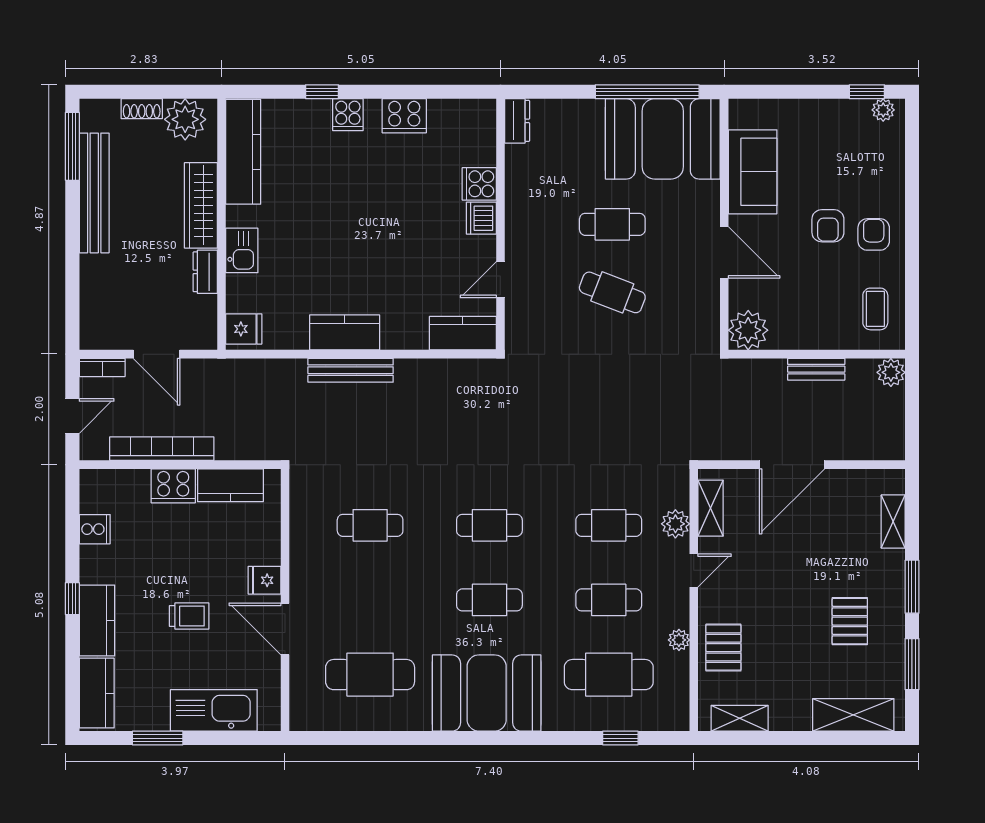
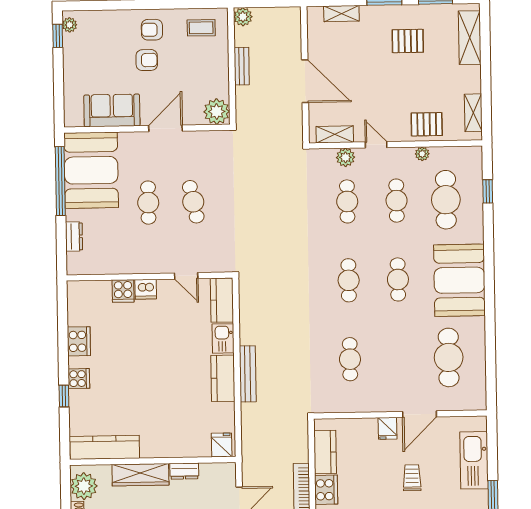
dresser: (517, 121) -> (74, 236), moved, turned 90
kitchen sink: (242, 250) -> (223, 338), moved, turned -90
cafe table: (612, 292) -> (193, 202), turned -33

